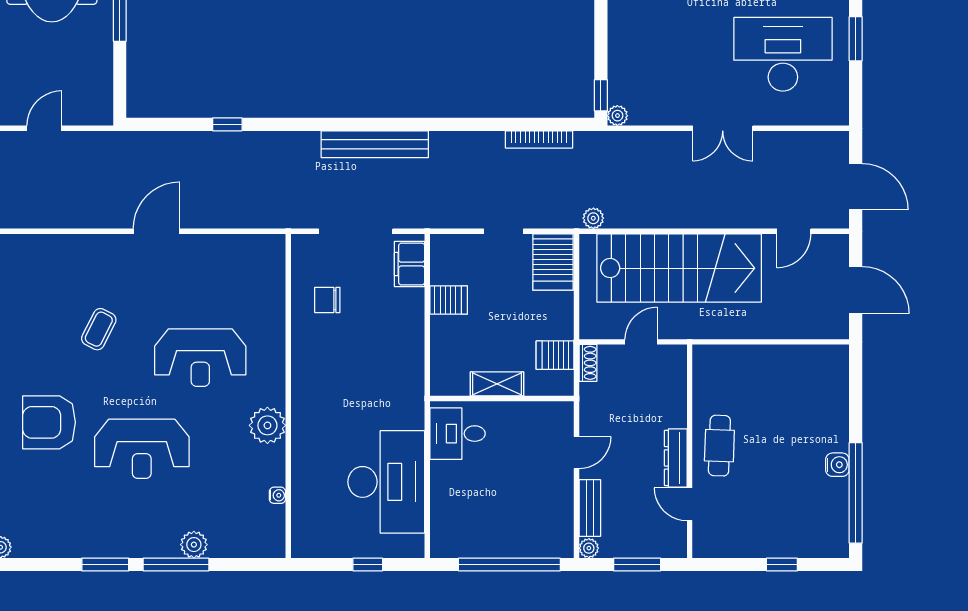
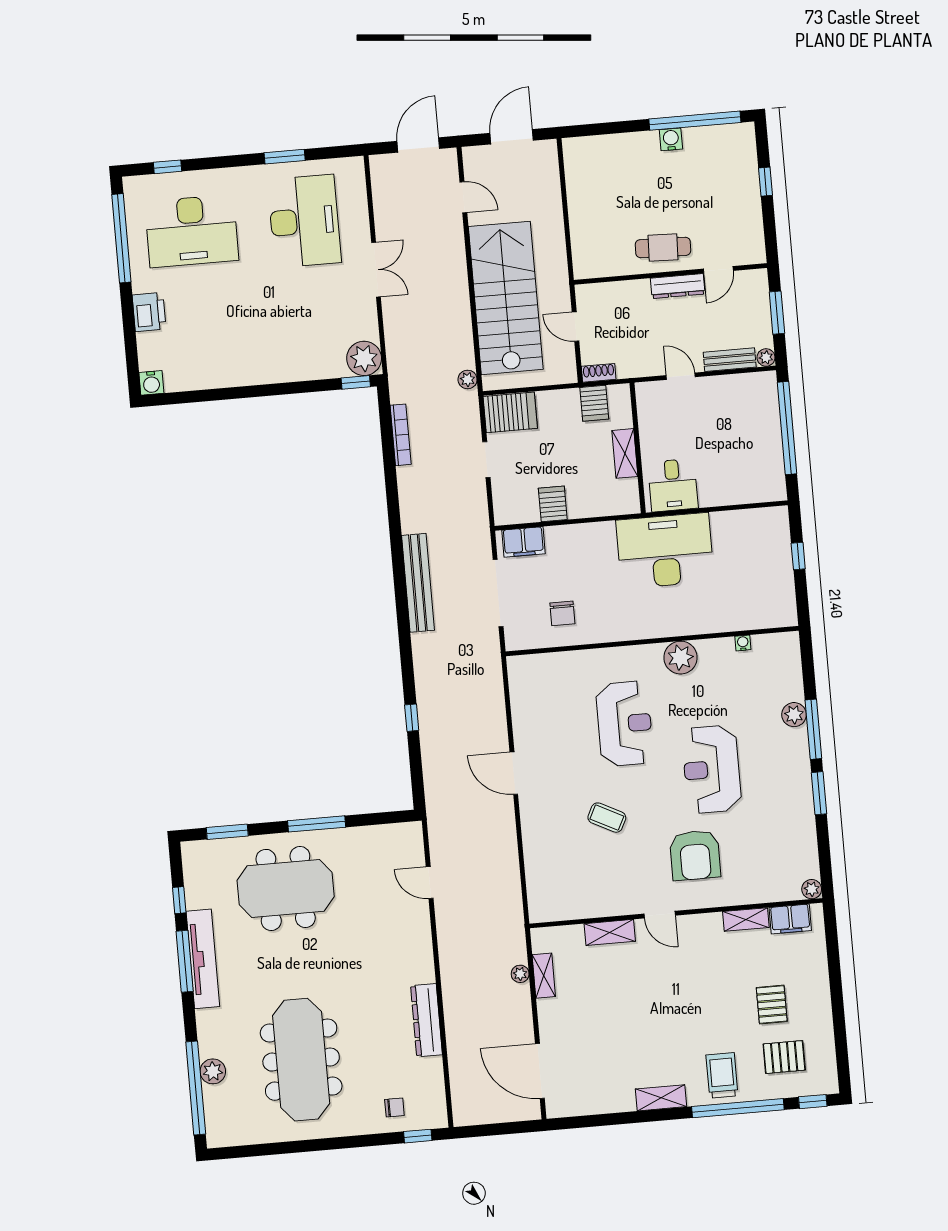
desk: (783, 54) -> (304, 221), turned 180
plant: (617, 116) -> (364, 358), width x1.88, depth x1.88
reception desk: (142, 449) -> (712, 769), turned 180
desk: (386, 482) -> (665, 551), moved

